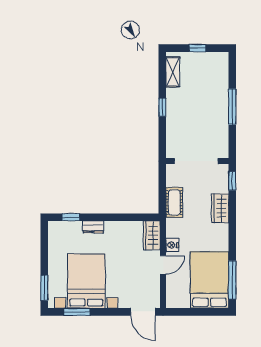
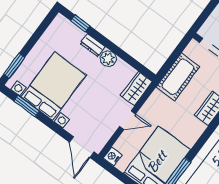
cot: (174, 202) -> (178, 77), width x1.37, depth x1.34
plant: (113, 228) -> (108, 59), added
nightstand: (172, 245) -> (113, 156), moved

